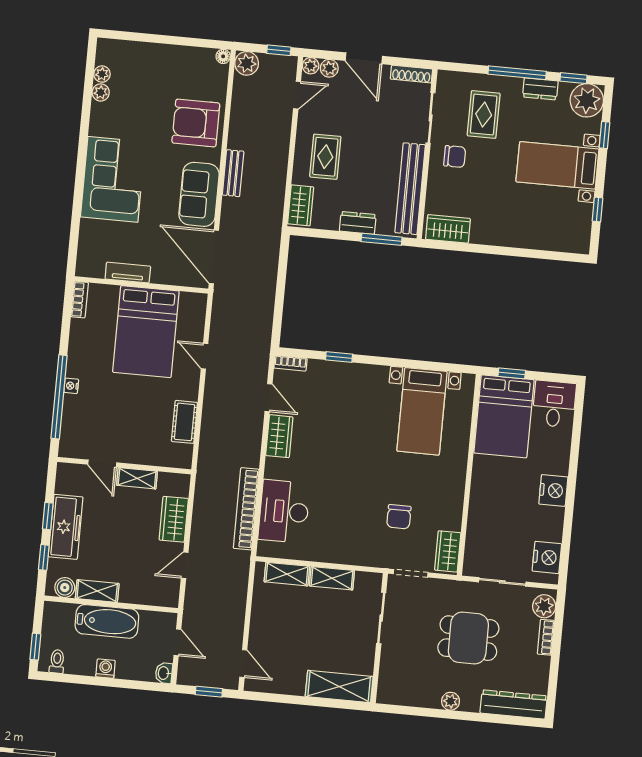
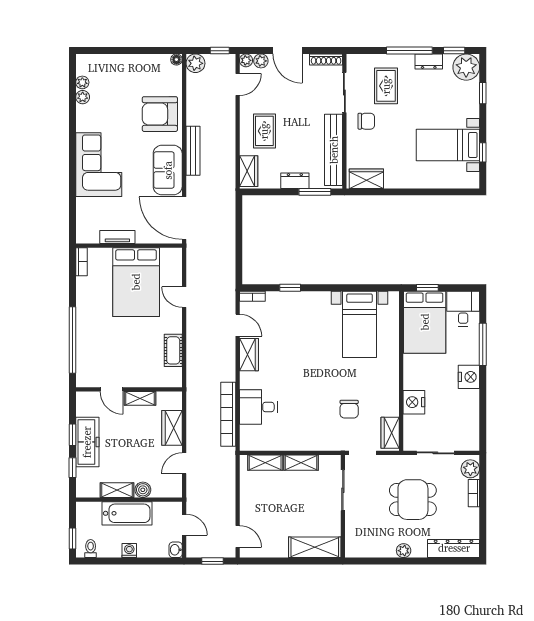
bed with nightstands: (557, 165) -> (448, 145), moved
bench: (233, 173) -> (193, 151), width x1.36
nightstand: (71, 386) -> (81, 330), removed
window: (575, 451) -> (483, 344), added
desk: (284, 511) -> (258, 407), width x0.73
nightstand: (547, 557) -> (414, 402), moved, turned 180
boiler: (65, 588) -> (143, 490), moved

